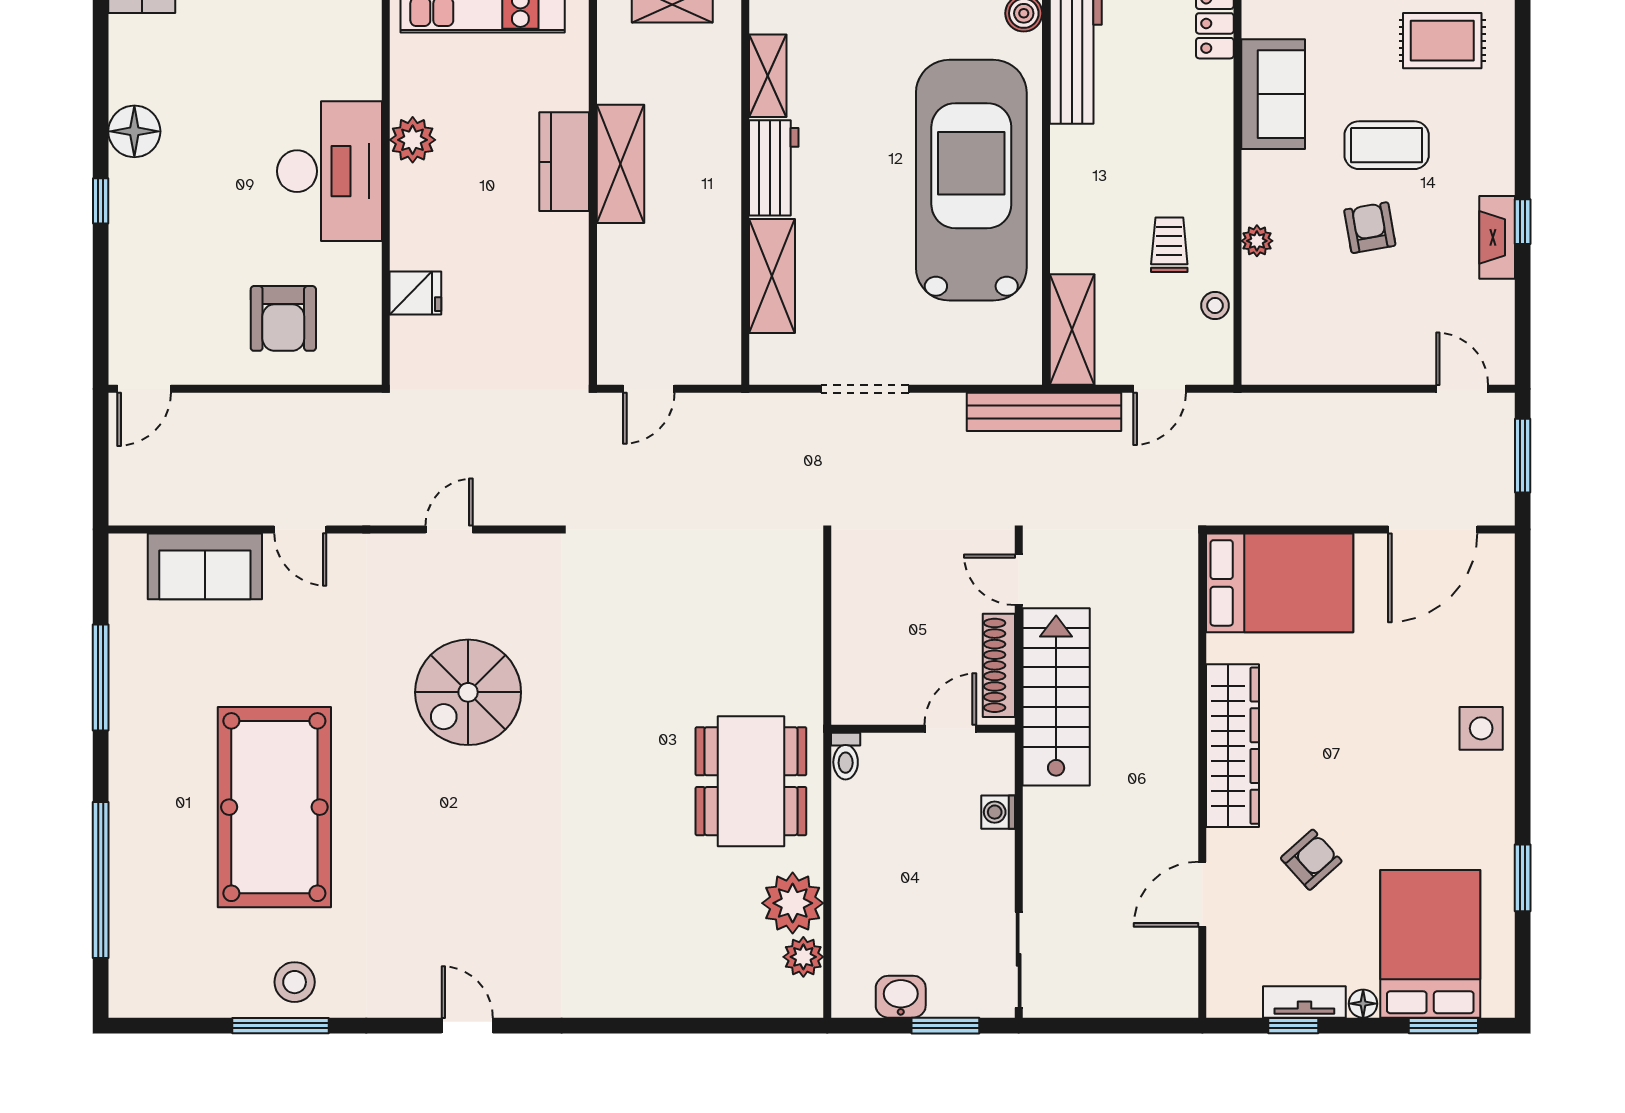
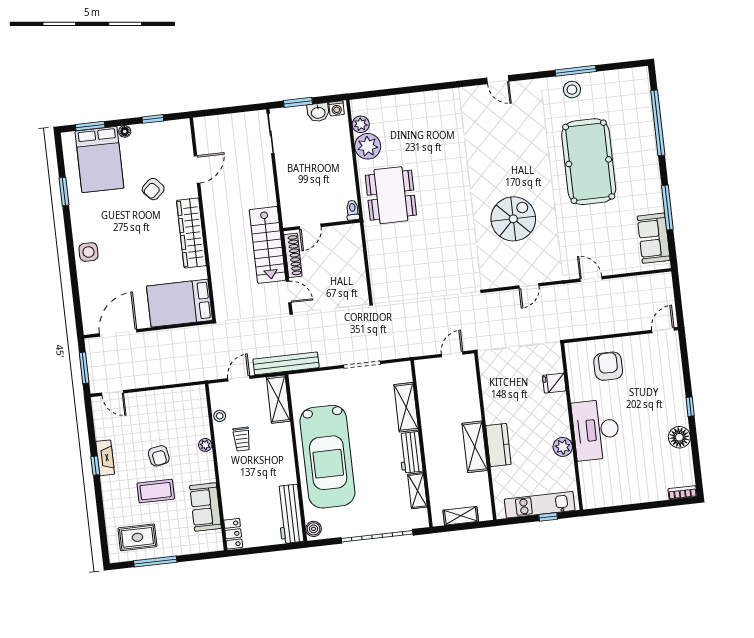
sofa: (205, 566) -> (654, 238), moved, turned -90
washing machine: (998, 812) -> (337, 108), moved, turned 90
tv unit: (1304, 1002) -> (149, 129), removed

